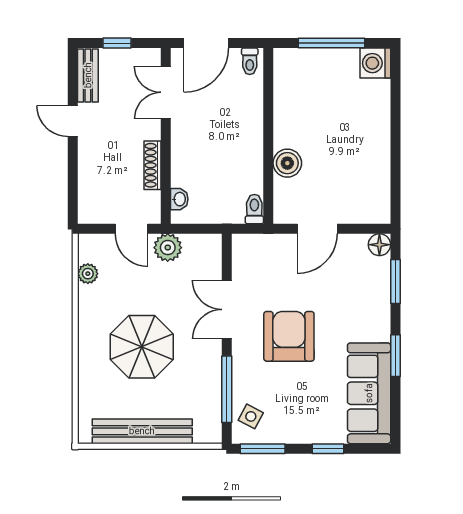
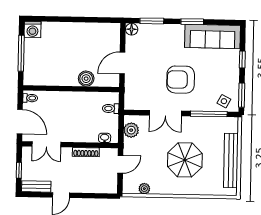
toilet: (254, 209) -> (111, 109), moved
door: (317, 229) -> (122, 63), swing flipped
plant: (168, 248) -> (131, 130), moved

